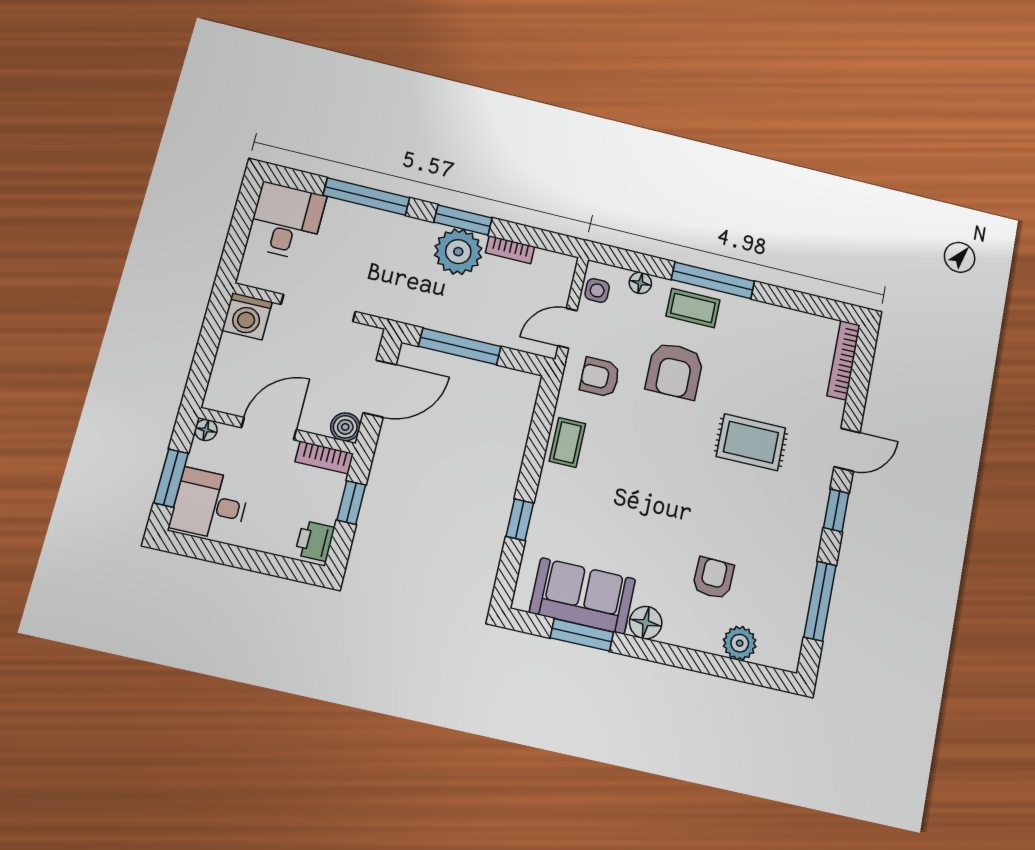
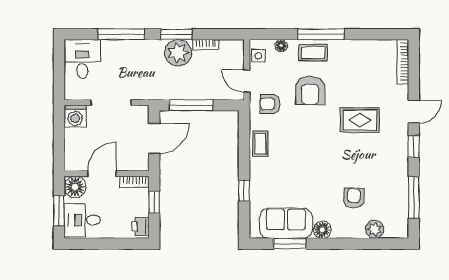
door: (568, 328) -> (247, 81), hinge flipped
boiler: (345, 427) -> (141, 163), removed
floor lamp: (206, 430) -> (75, 187), width x1.89, depth x1.89

